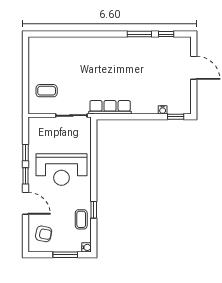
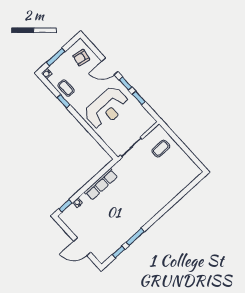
row of seats: (110, 107) -> (101, 184), moved
reception desk: (61, 169) -> (107, 108), turned 180

